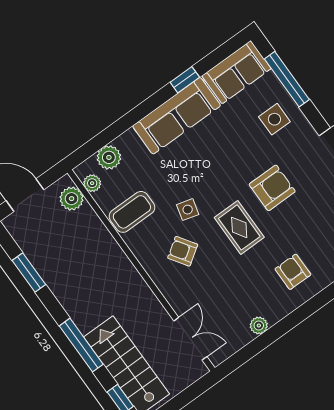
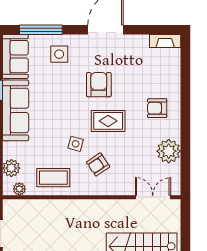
plant: (72, 199) -> (20, 208), removed
coffee table: (132, 212) -> (53, 178), turned 90
plant: (259, 326) -> (169, 151), width x1.87, depth x1.87

